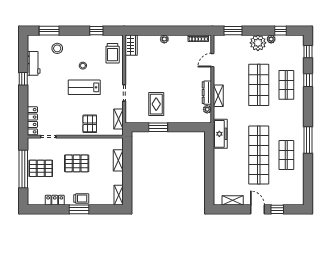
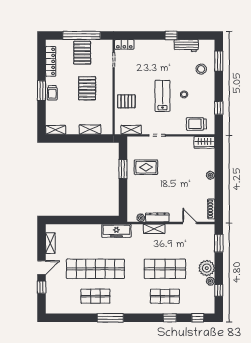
locker: (32, 121) -> (124, 44), width x0.66
locker: (55, 200) -> (51, 61), width x1.53

